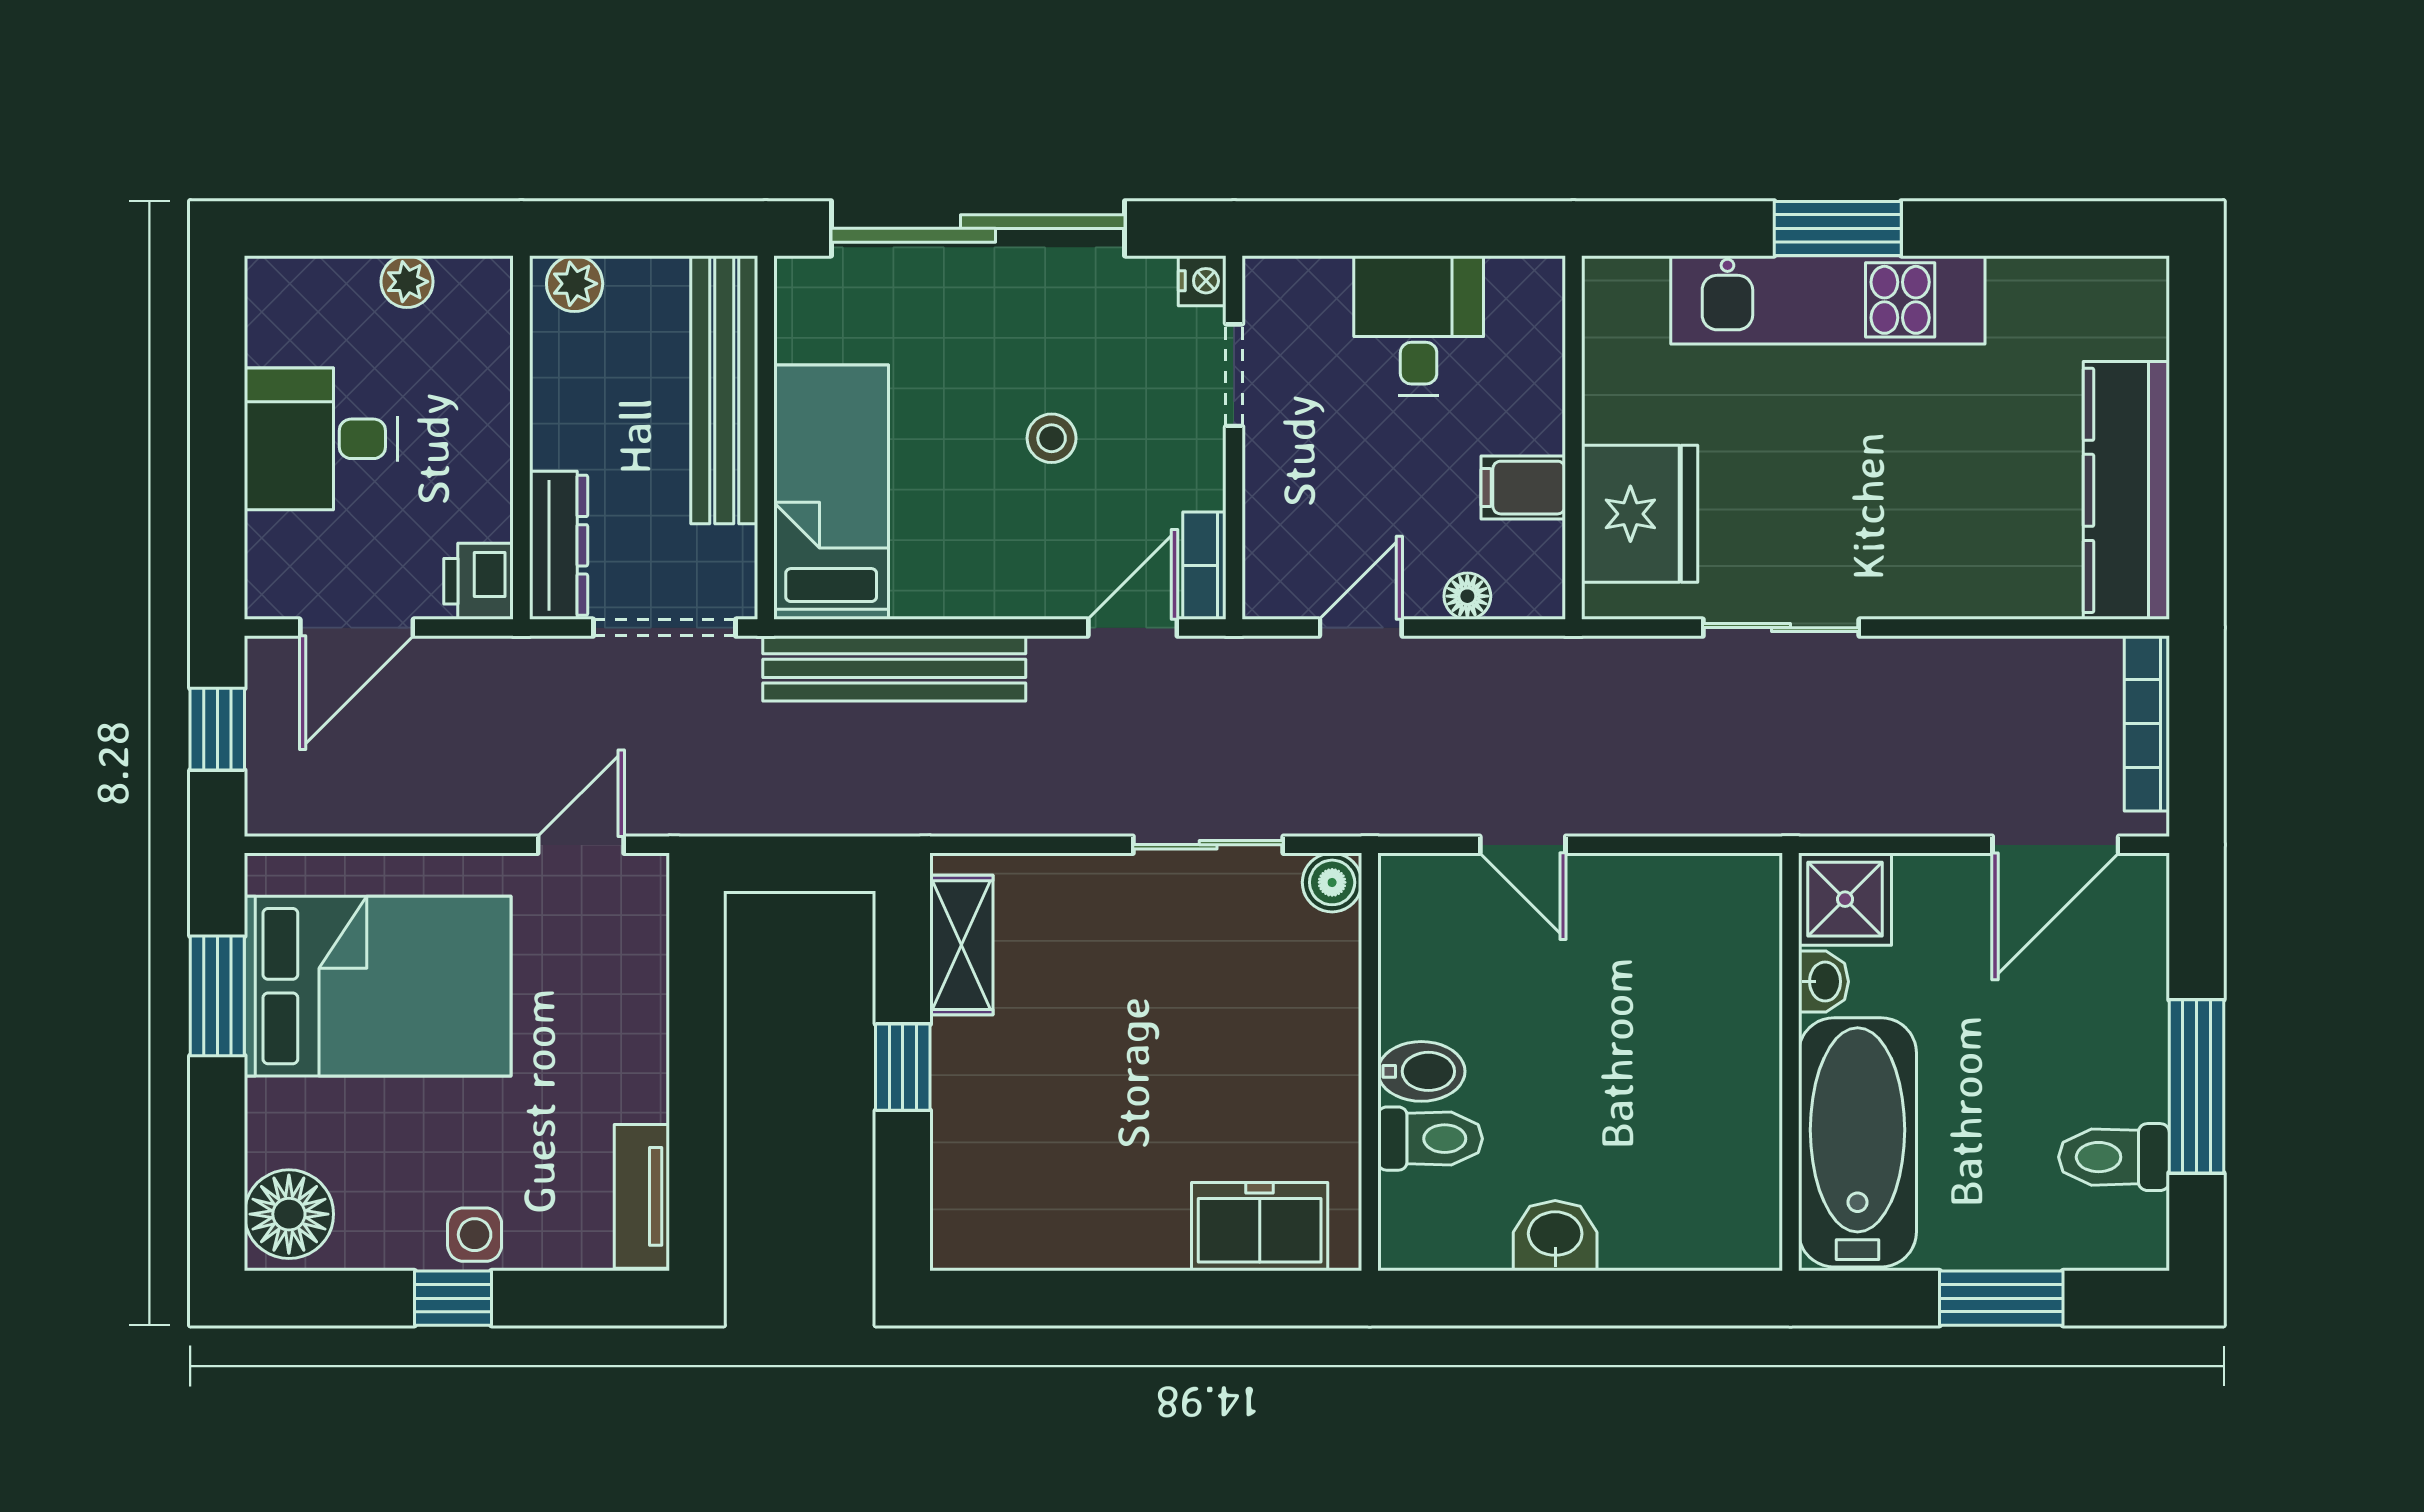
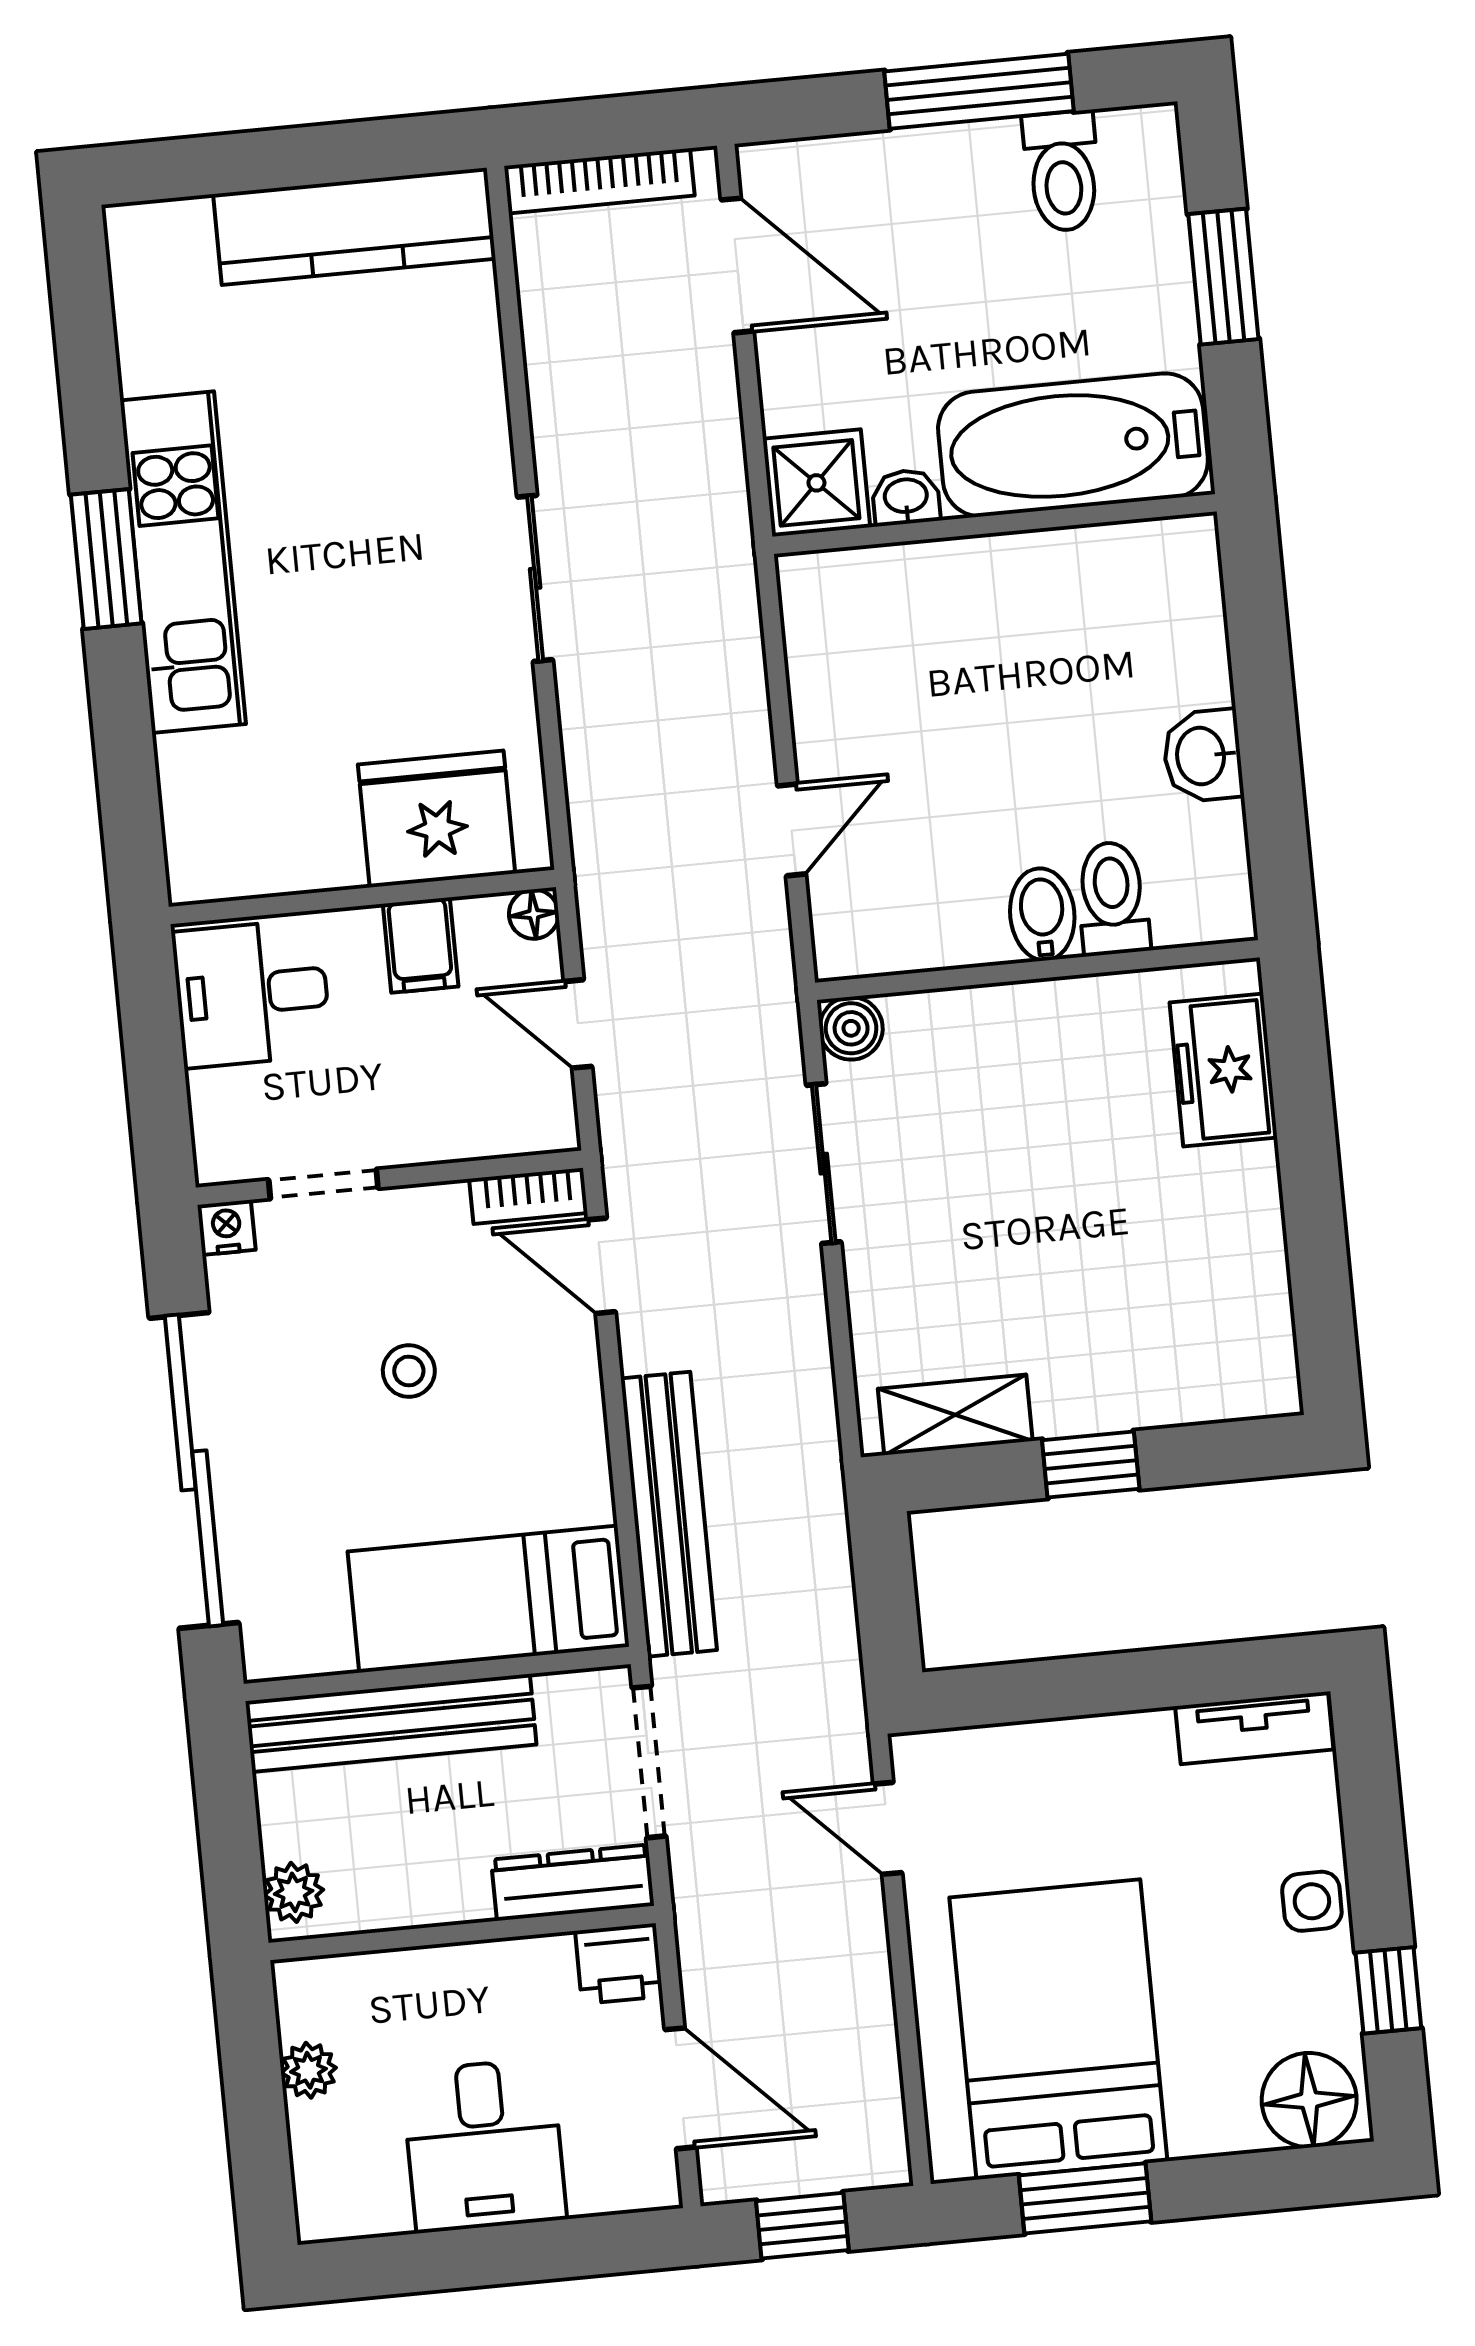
wall: (1573, 438) -> (362, 897), moved
filing cabinet: (1523, 488) -> (421, 945), moved
fridge: (1640, 514) -> (437, 819), moved
window: (453, 1298) -> (1388, 1990), moved

